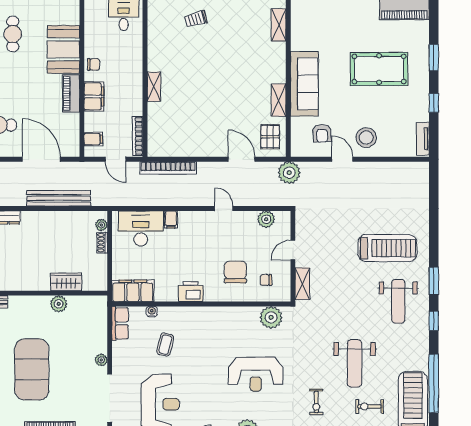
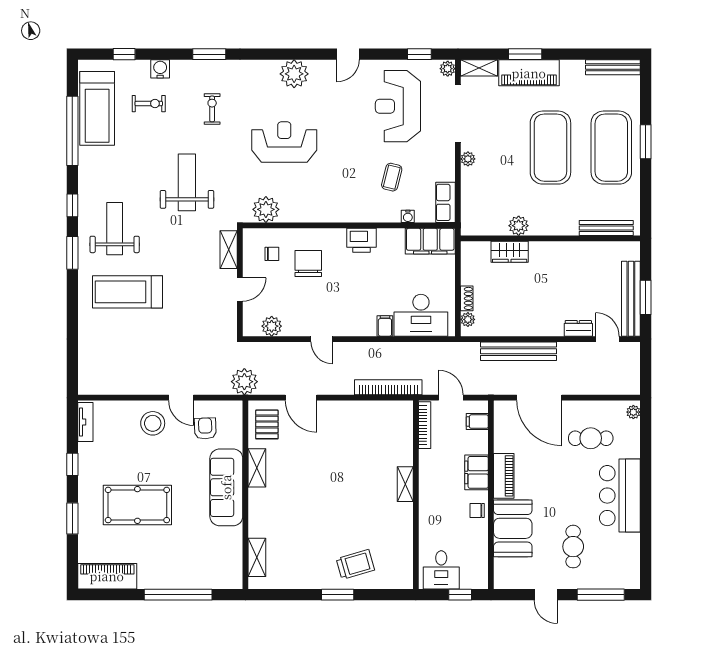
trolley: (196, 19) -> (355, 564), width x1.36, depth x1.39
chair: (235, 272) -> (308, 263), turned 180
weight bench: (355, 363) -> (187, 182), moved

